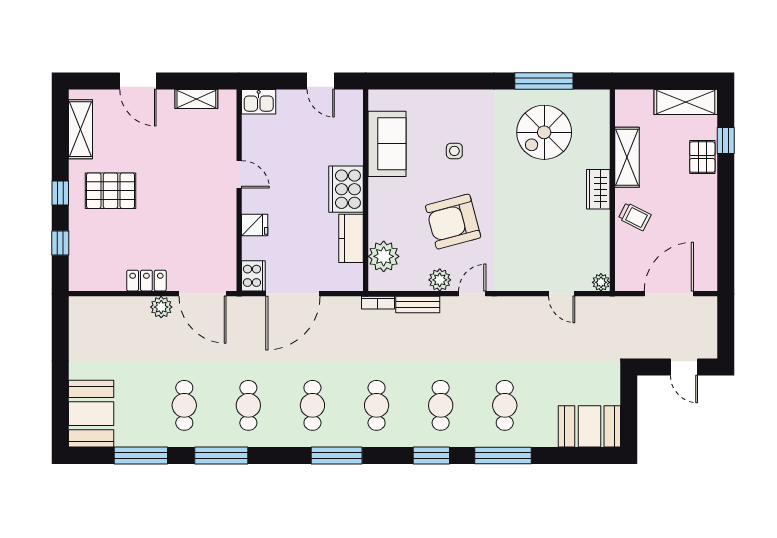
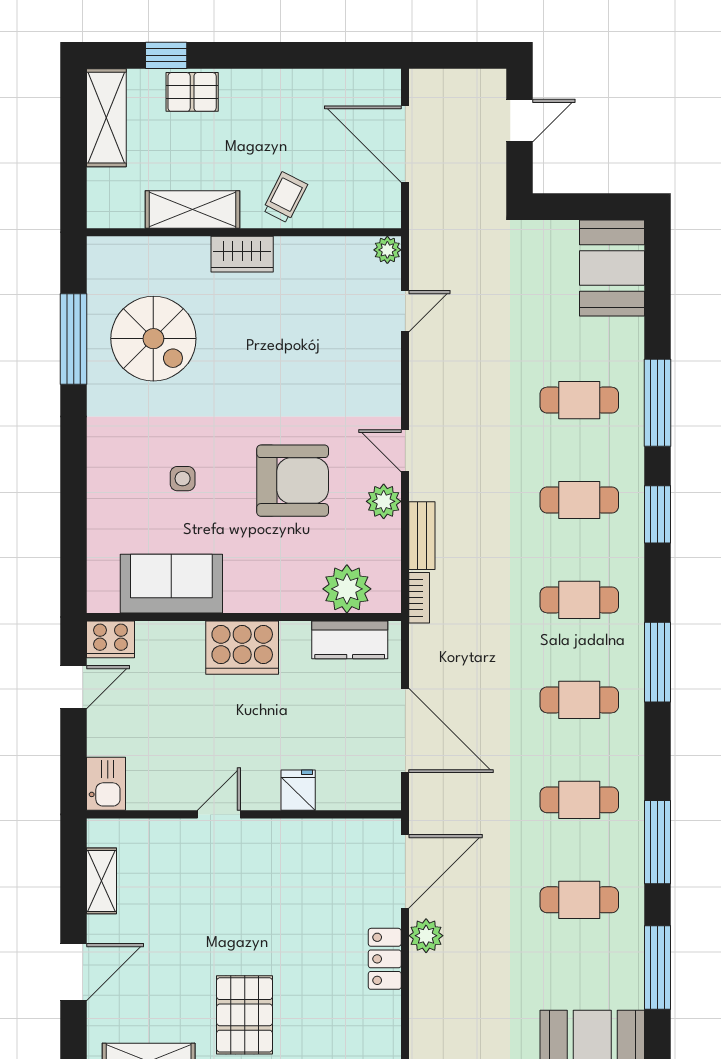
armchair: (453, 222) -> (293, 481), turned -75
kitchen counter: (351, 238) -> (350, 640), moved
cooker: (253, 276) -> (110, 639), moved, turned 180

